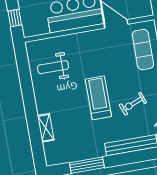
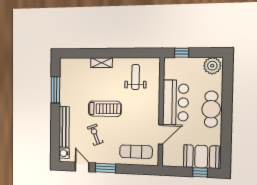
shelving: (46, 128) -> (101, 63), moved

